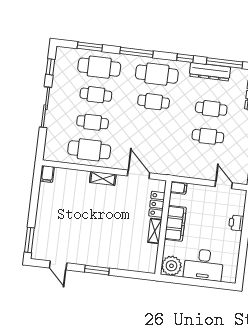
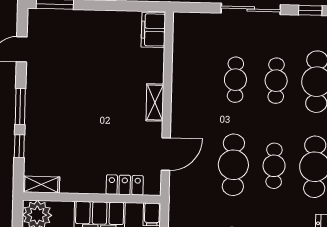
cafe table: (89, 150) -> (233, 165), moved
filing cabinet: (47, 174) -> (153, 30), width x2.00
shelving: (155, 231) -> (41, 185), moved
window: (124, 273) -> (19, 146), added

